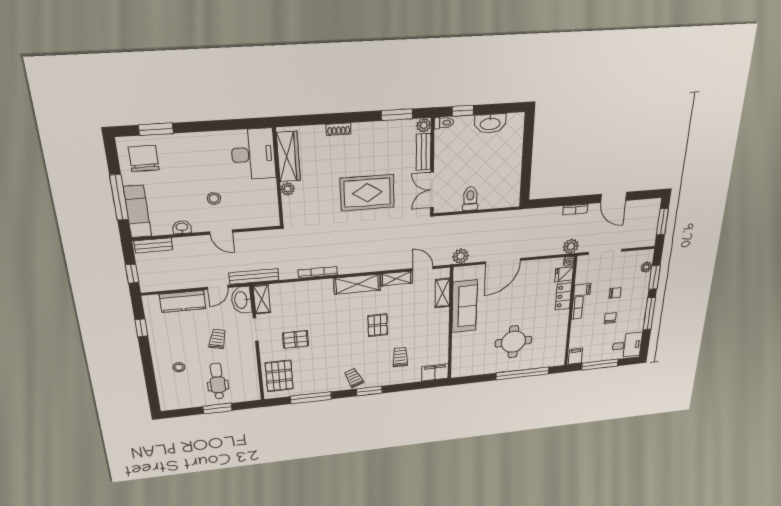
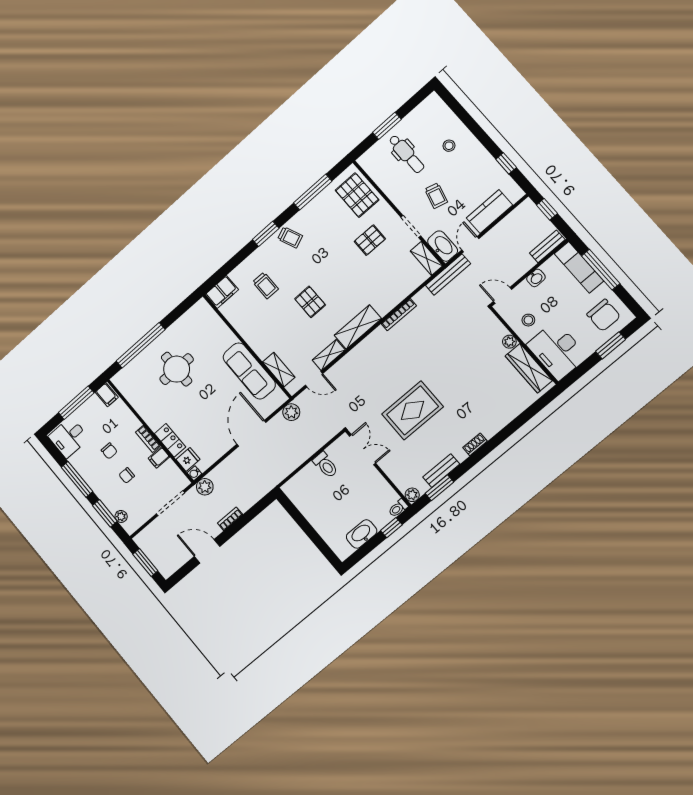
bench: (424, 152) -> (441, 471), moved, turned 90
desk: (253, 154) -> (557, 351), moved
wardrobe: (288, 157) -> (529, 368), moved
wall: (278, 178) -> (524, 345), moved
plant: (288, 189) -> (509, 342), moved

